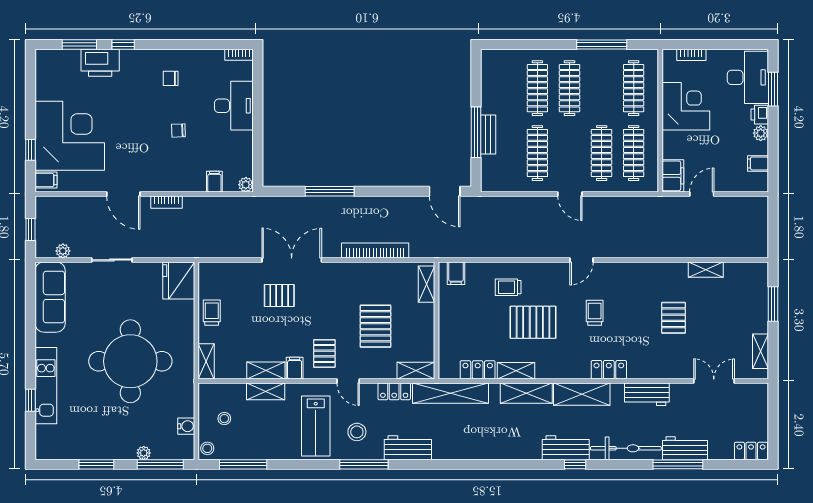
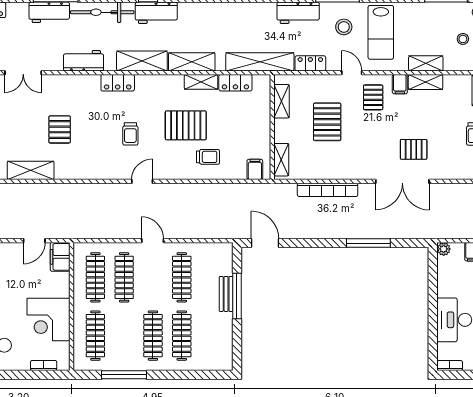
shelving: (706, 270) -> (31, 170), width x1.50, depth x1.33
shelving: (416, 371) -> (282, 101), moved, turned 90
lab bench: (316, 426) -> (381, 32), turned 180

